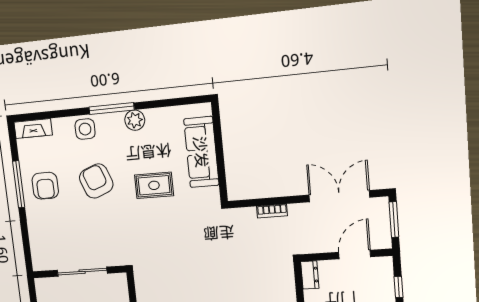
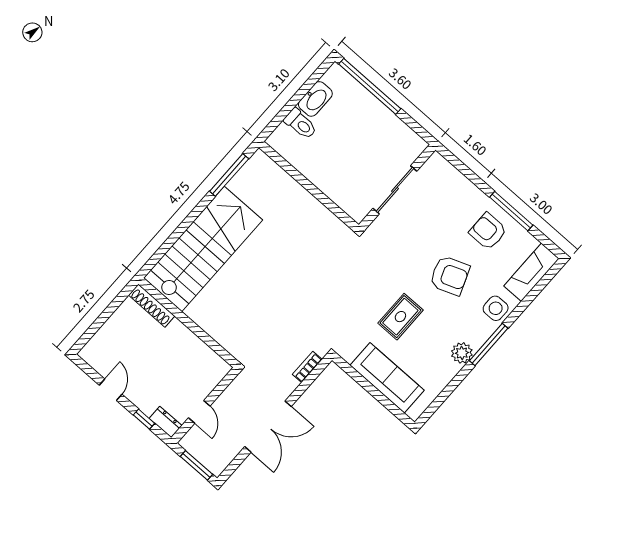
fireplace: (33, 129) -> (531, 272), width x1.37, depth x1.32
double door: (339, 196) -> (268, 427), moved
bookcase: (272, 211) -> (307, 367), moved
door: (355, 255) -> (199, 412), width x0.73
dresser: (310, 275) -> (166, 422), moved, turned 180

